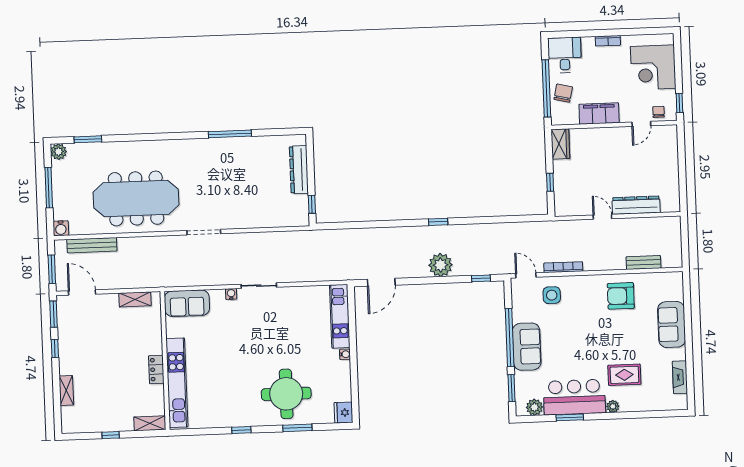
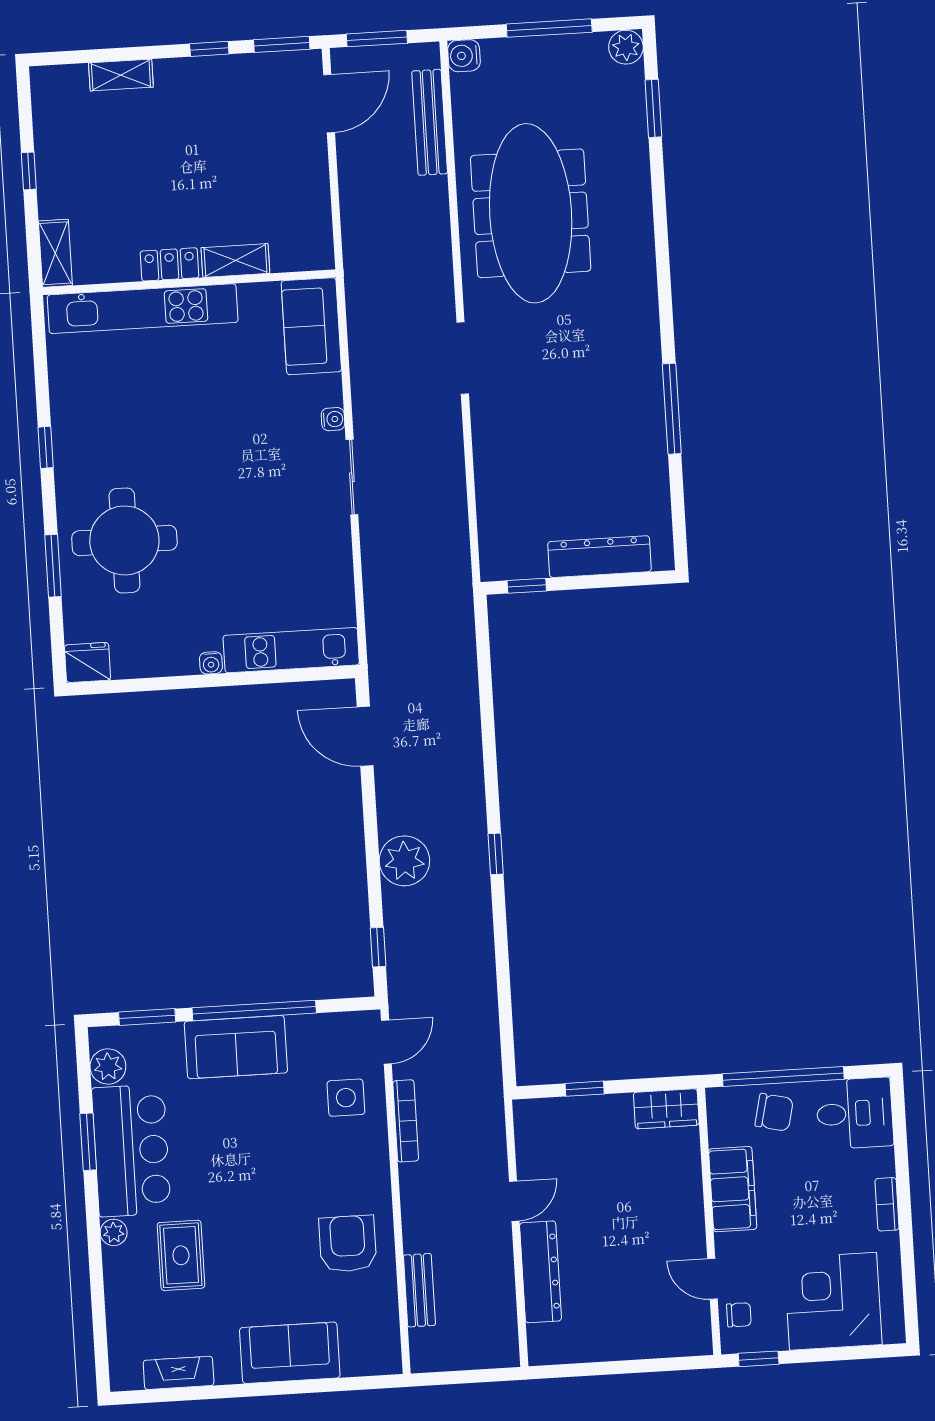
shelving: (135, 299) -> (235, 260), moved, turned 90

